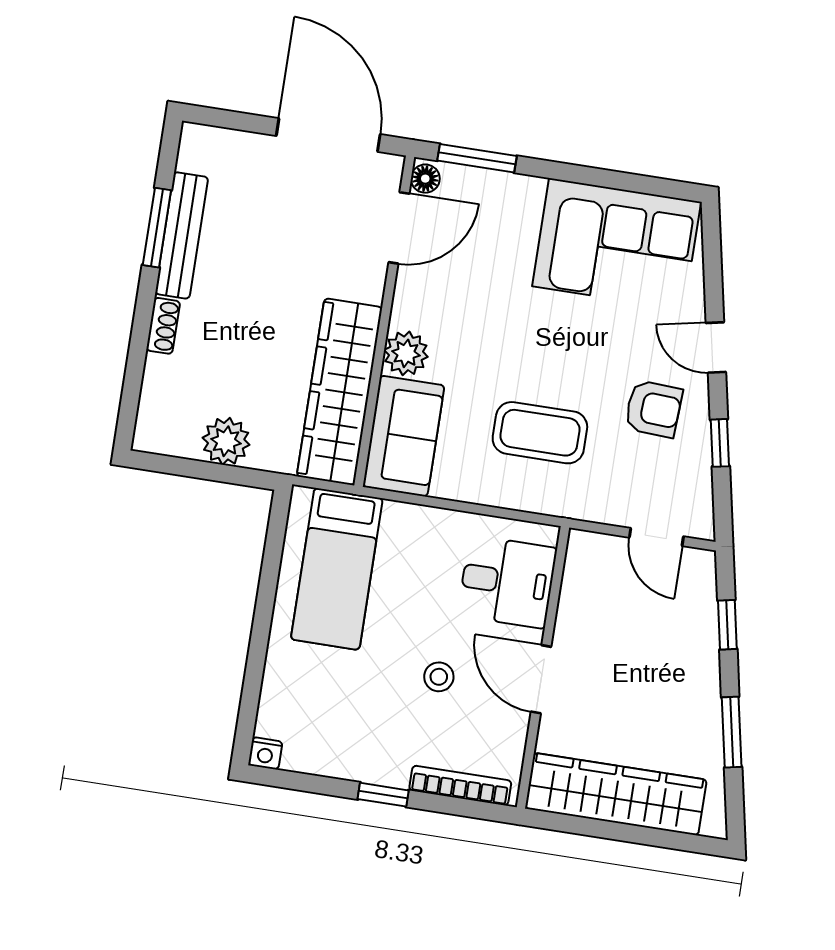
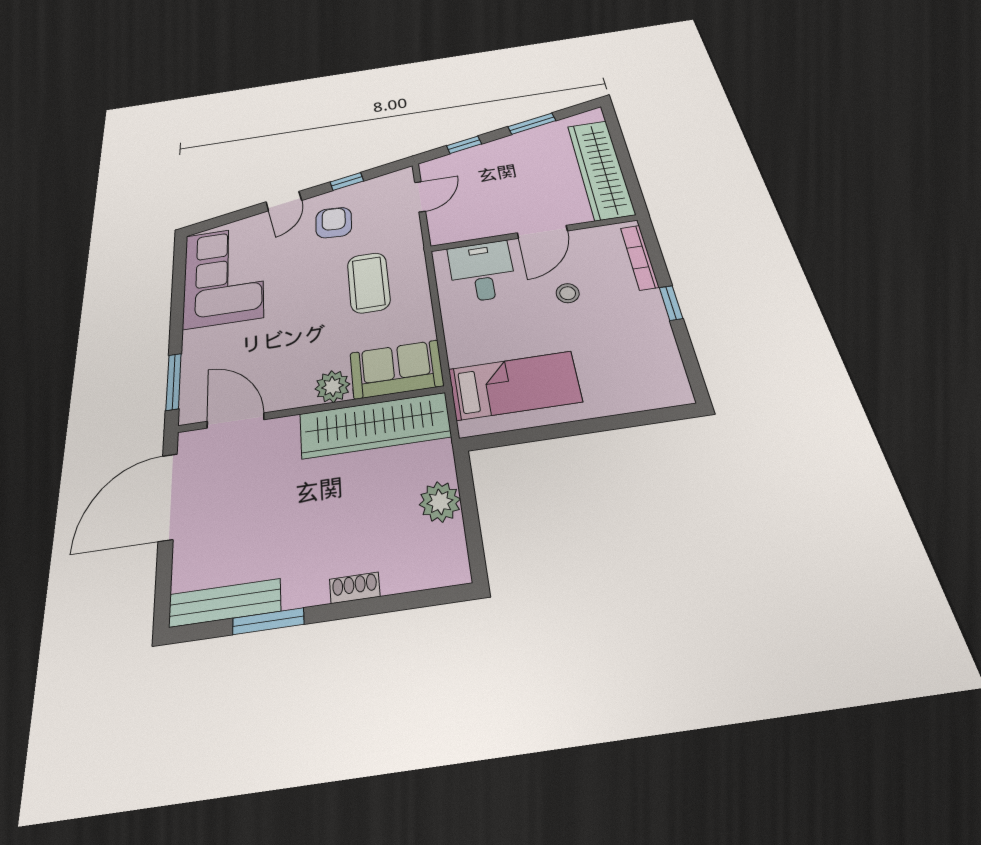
floor lamp: (425, 179) -> (194, 413), removed
bench: (182, 235) -> (225, 603), moved
nightstand: (265, 753) -> (681, 393), removed

